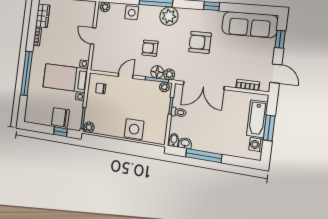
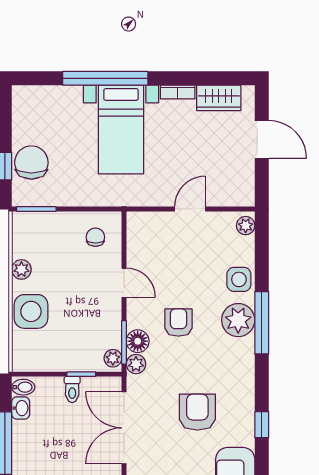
plant: (169, 16) -> (238, 320), moved
bed with nightstands: (65, 78) -> (121, 130), moved, turned 180
plant: (89, 127) -> (21, 269), moved

